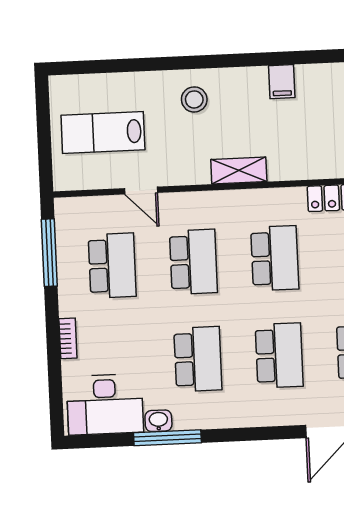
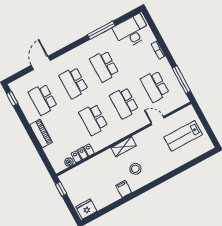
stool: (194, 99) -> (135, 169), moved
lab bench: (103, 133) -> (183, 136), turned 180
washbasin: (158, 421) -> (108, 35), removed

